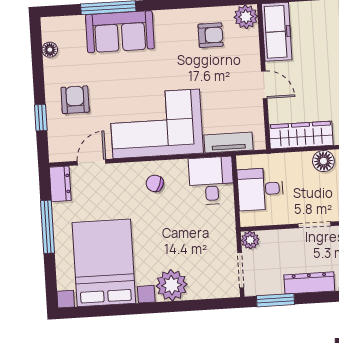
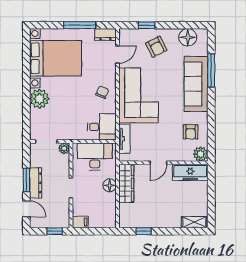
sofa: (120, 32) -> (196, 84), width x1.36
floor lamp: (50, 50) -> (188, 37), width x1.89, depth x1.89
armchair: (75, 100) -> (156, 47), turned 63
floor lamp: (323, 161) -> (110, 185), moved
door: (92, 162) -> (117, 54), hinge flipped
desk: (260, 189) -> (95, 156), width x1.37
window: (276, 300) -> (26, 180), moved

